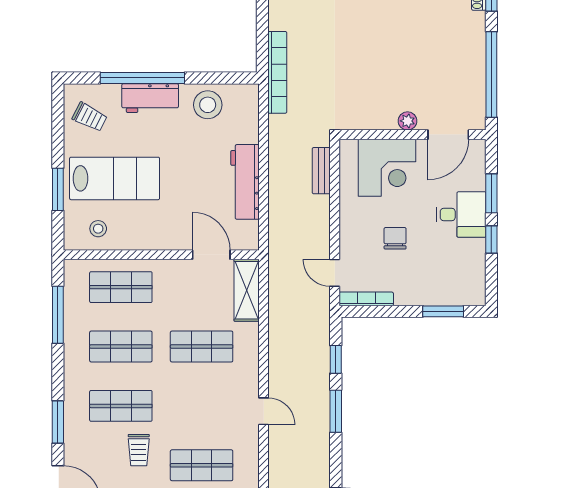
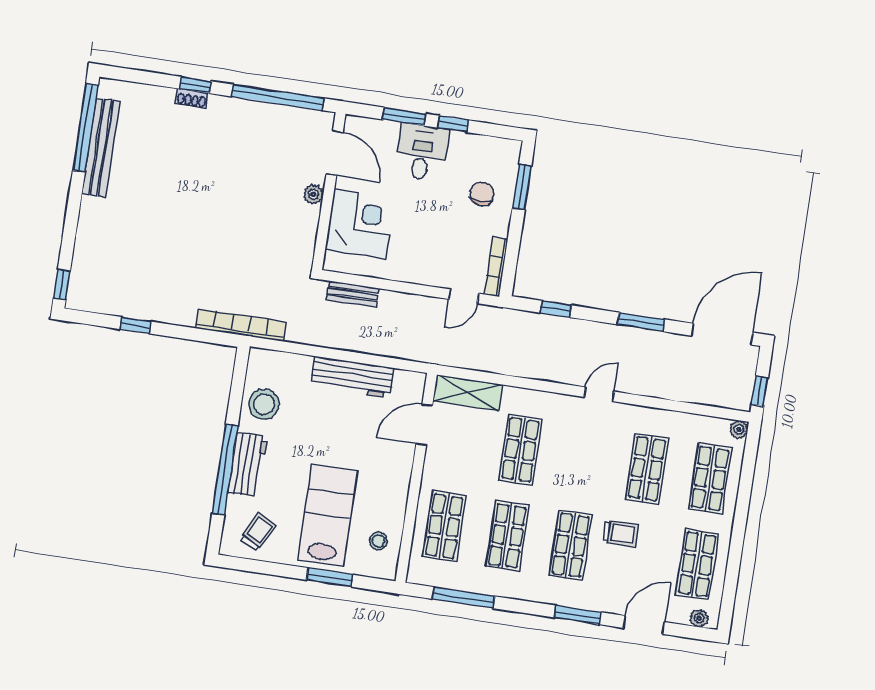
chair: (395, 238) -> (482, 194), moved, turned 90
window: (336, 411) -> (641, 322), moved

